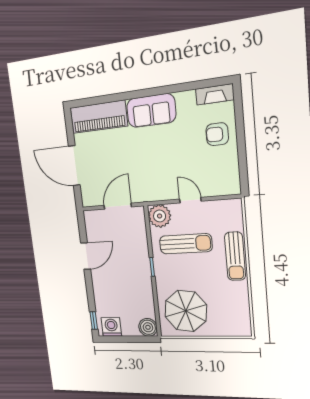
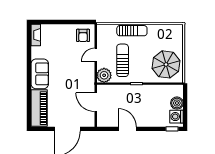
armchair: (217, 134) -> (83, 35), moved
boiler: (148, 327) -> (177, 103), moved

